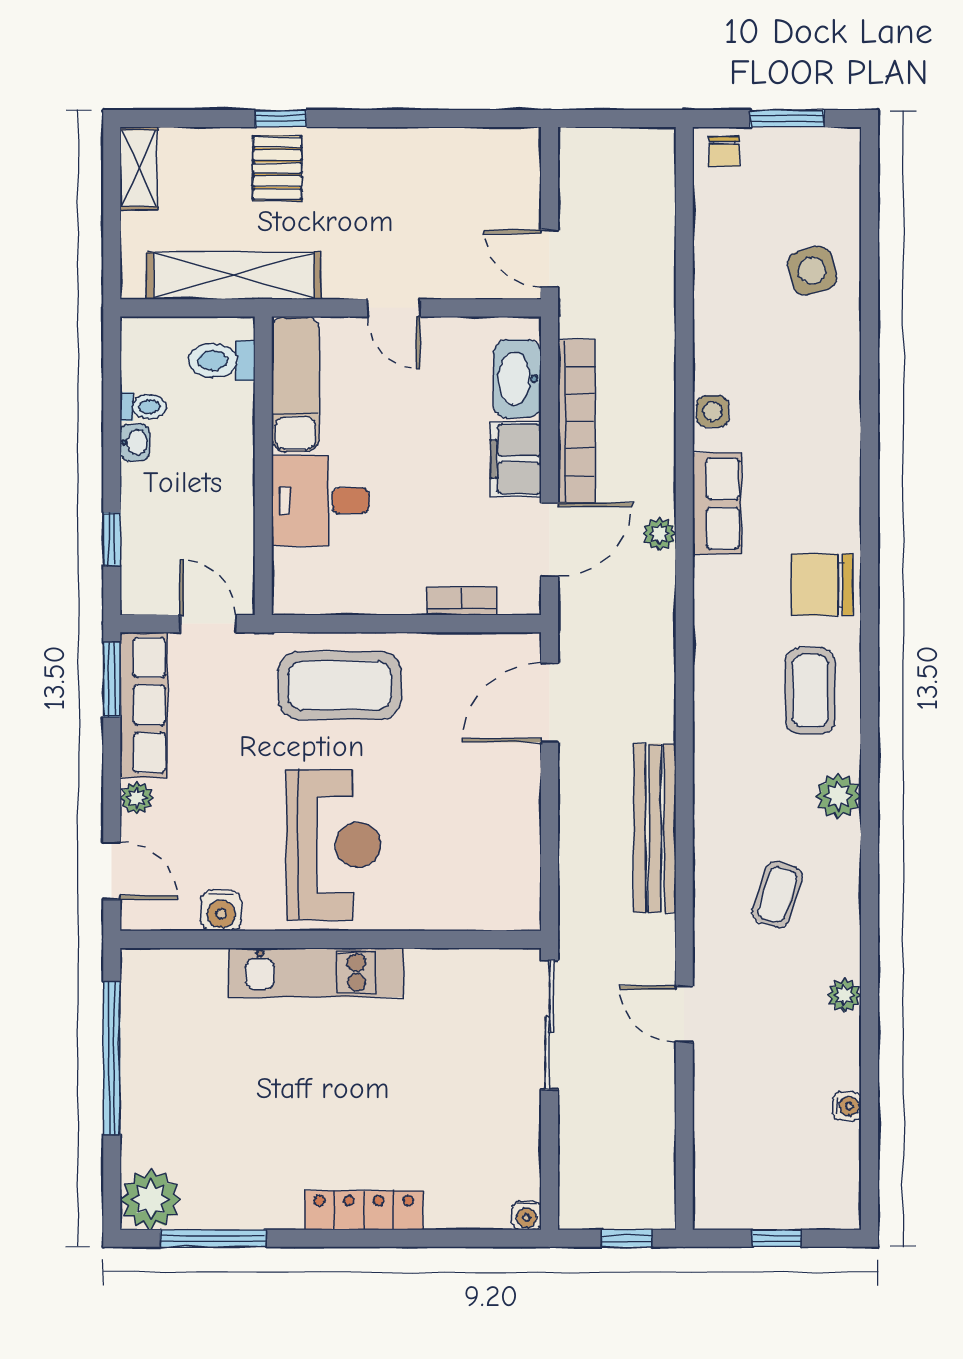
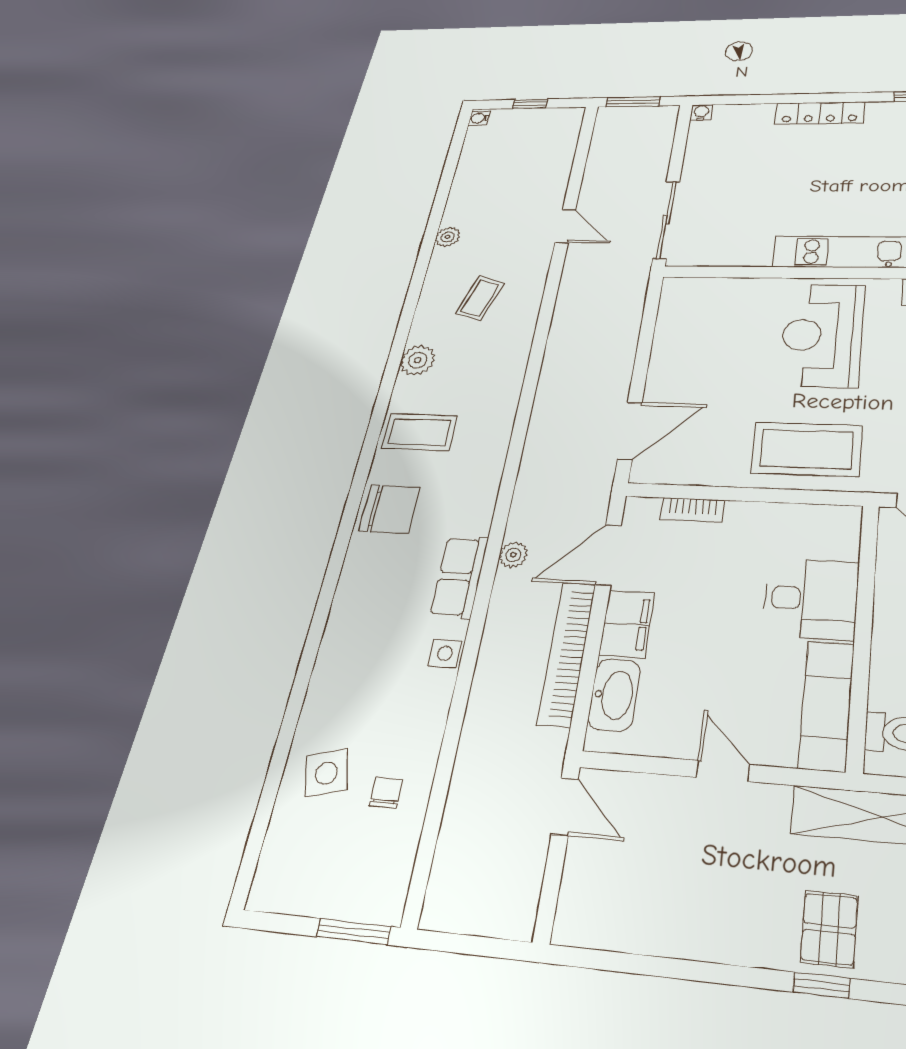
window: (787, 118) -> (354, 932), moved
chair: (724, 152) -> (386, 793), moved
coffee table: (810, 691) -> (420, 432), turned 90
bench: (655, 828) -> (562, 342), removed
water cooler: (847, 1106) -> (479, 118), moved
window: (627, 1238) -> (633, 102), width x1.50

